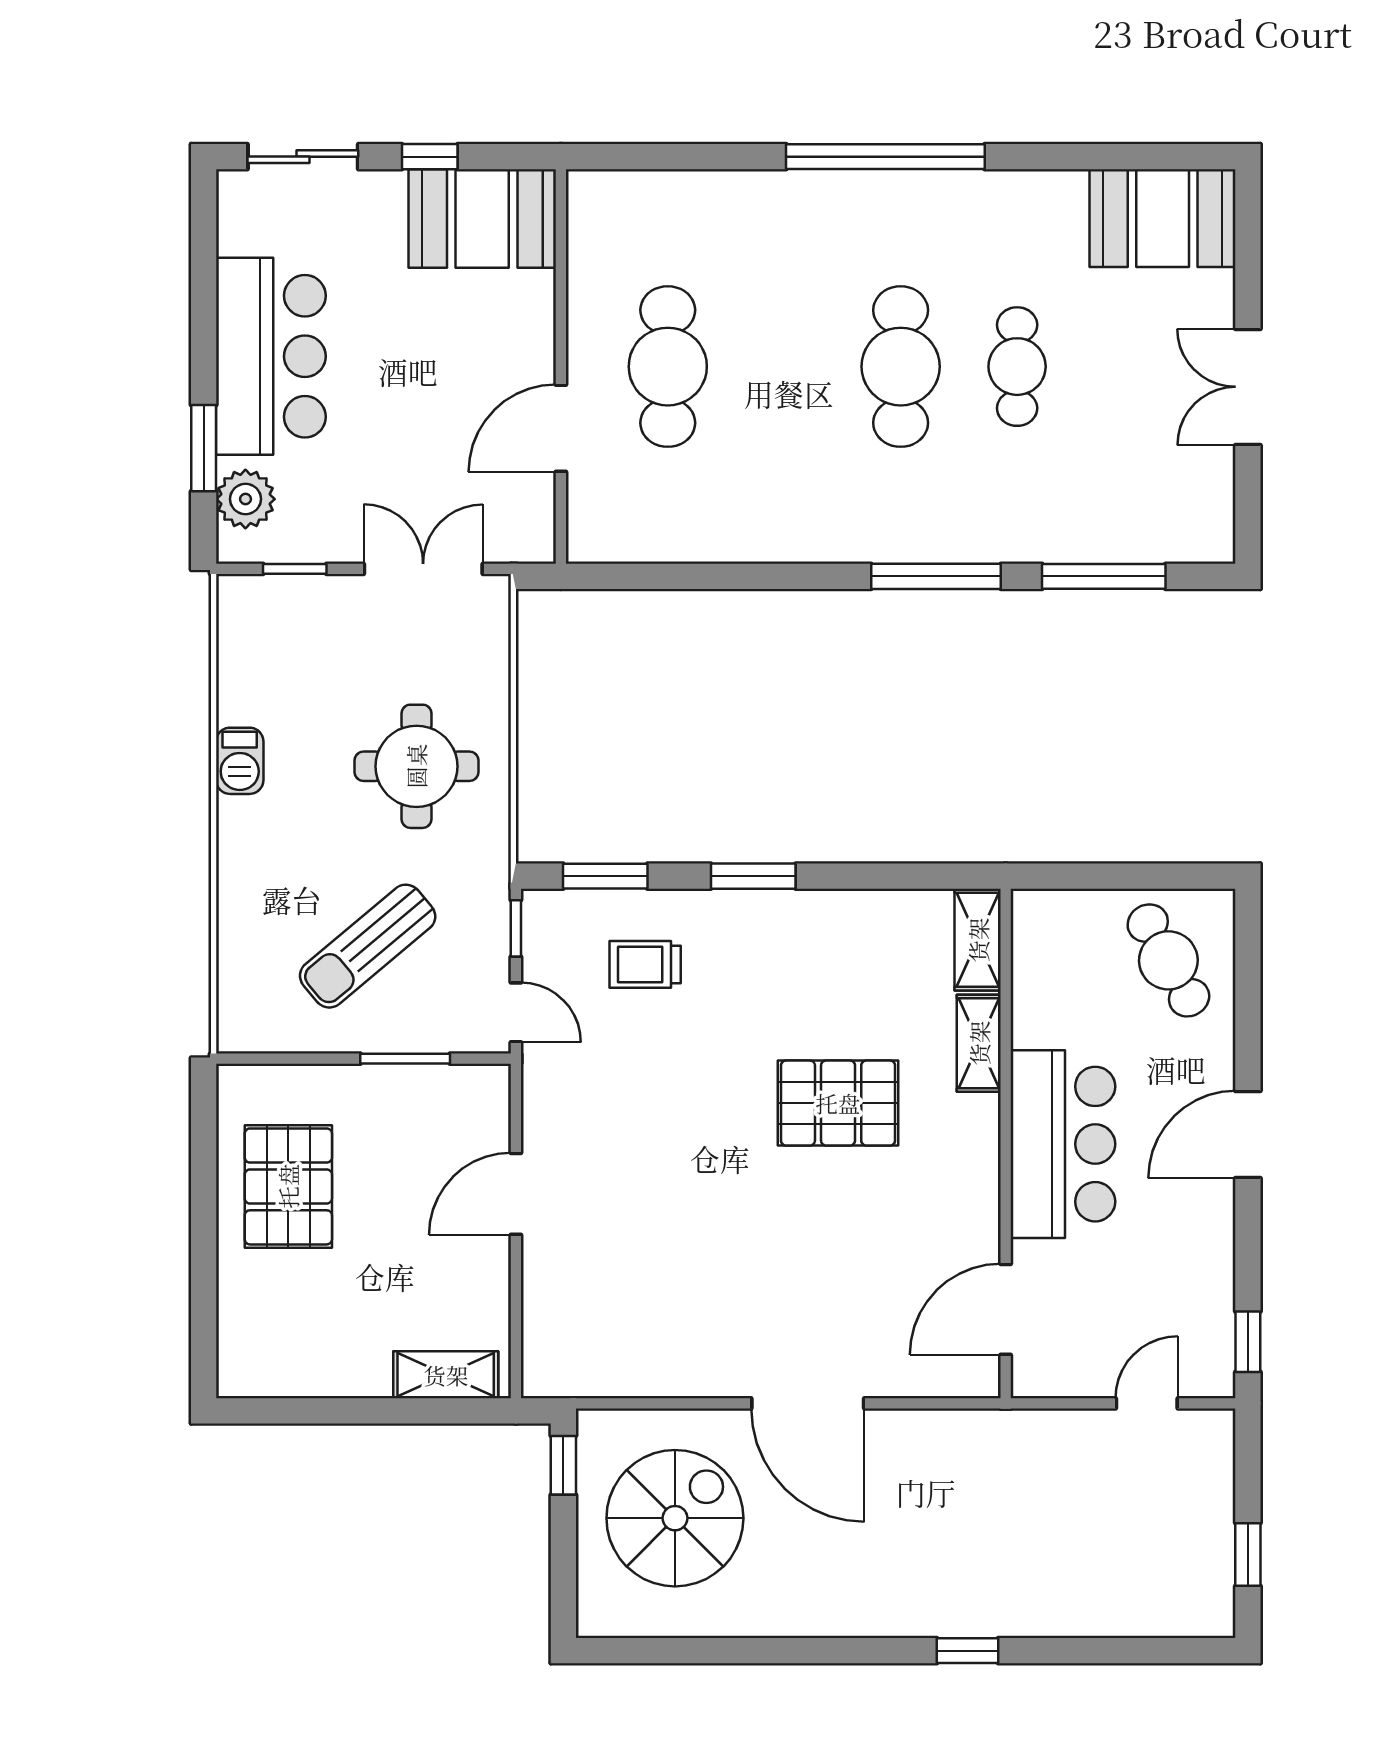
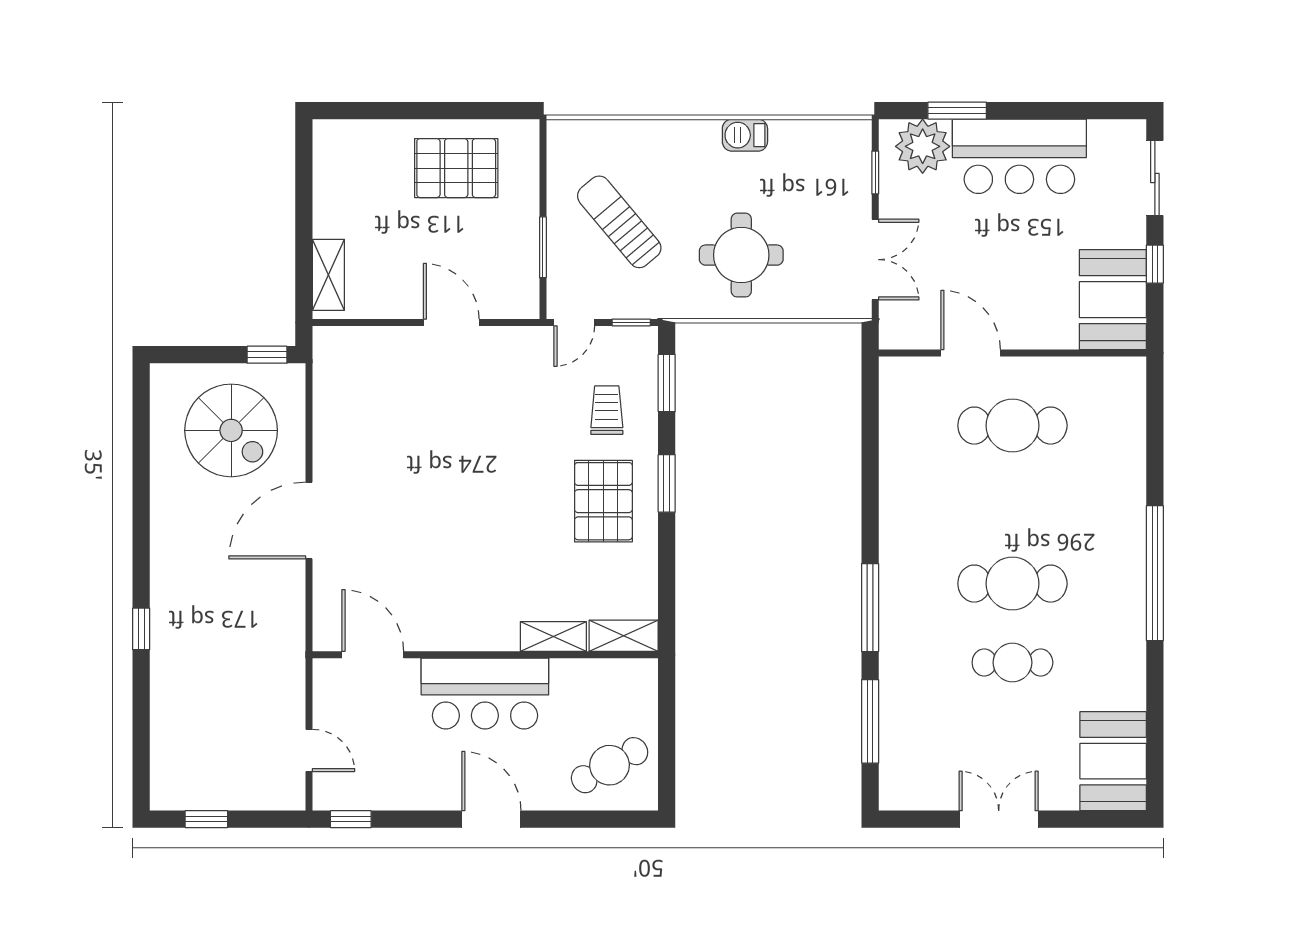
plant: (245, 499) -> (923, 146), width x1.36, depth x1.36
pallet: (838, 1103) -> (603, 501), moved

